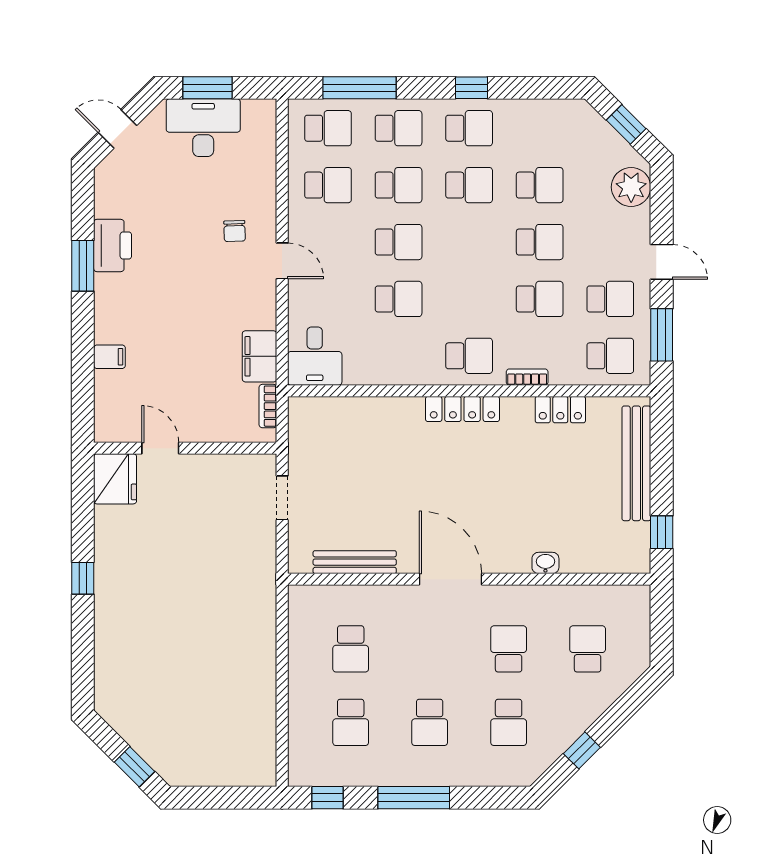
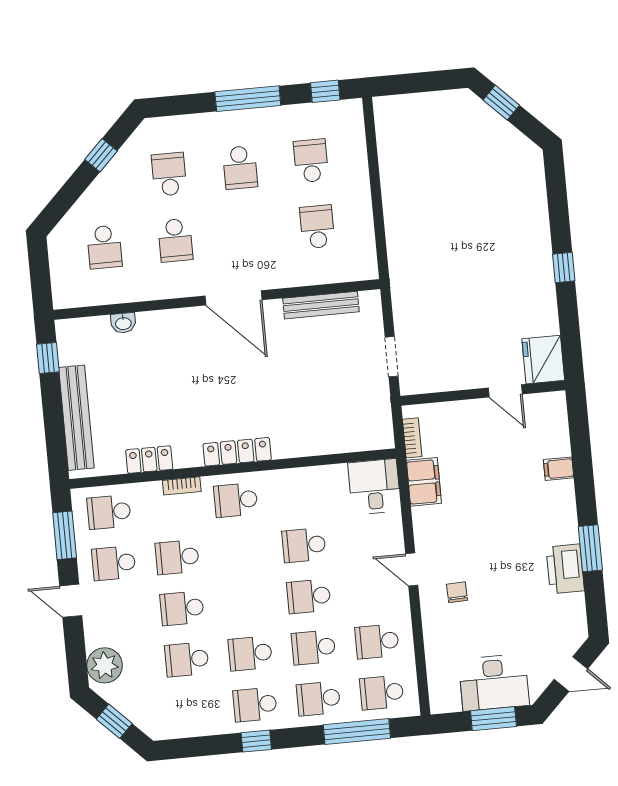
washbasin: (545, 563) -> (123, 323), moved
school desk: (430, 722) -> (240, 167), turned 180

